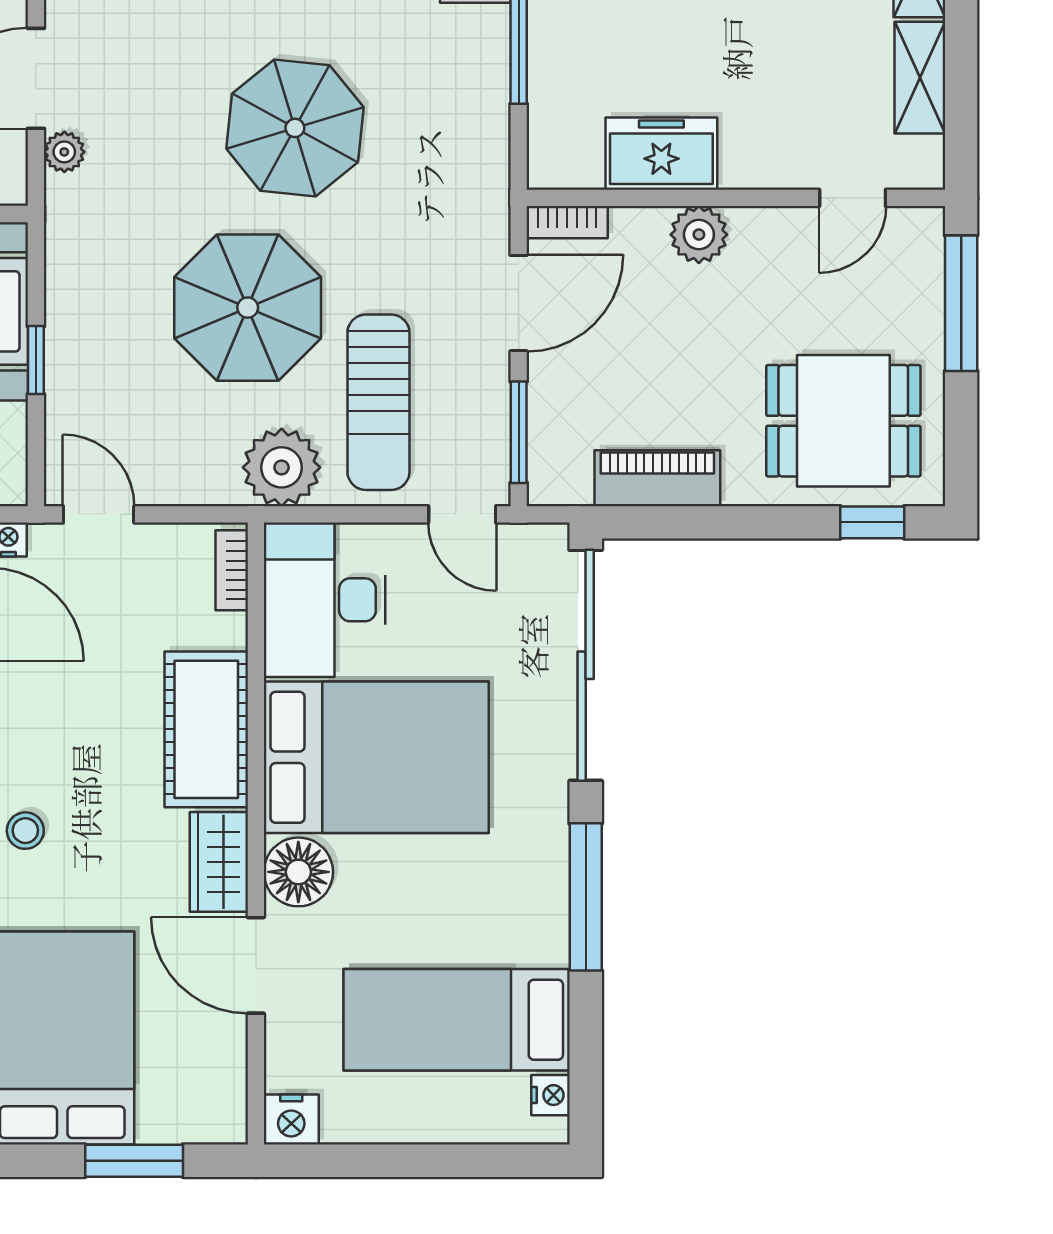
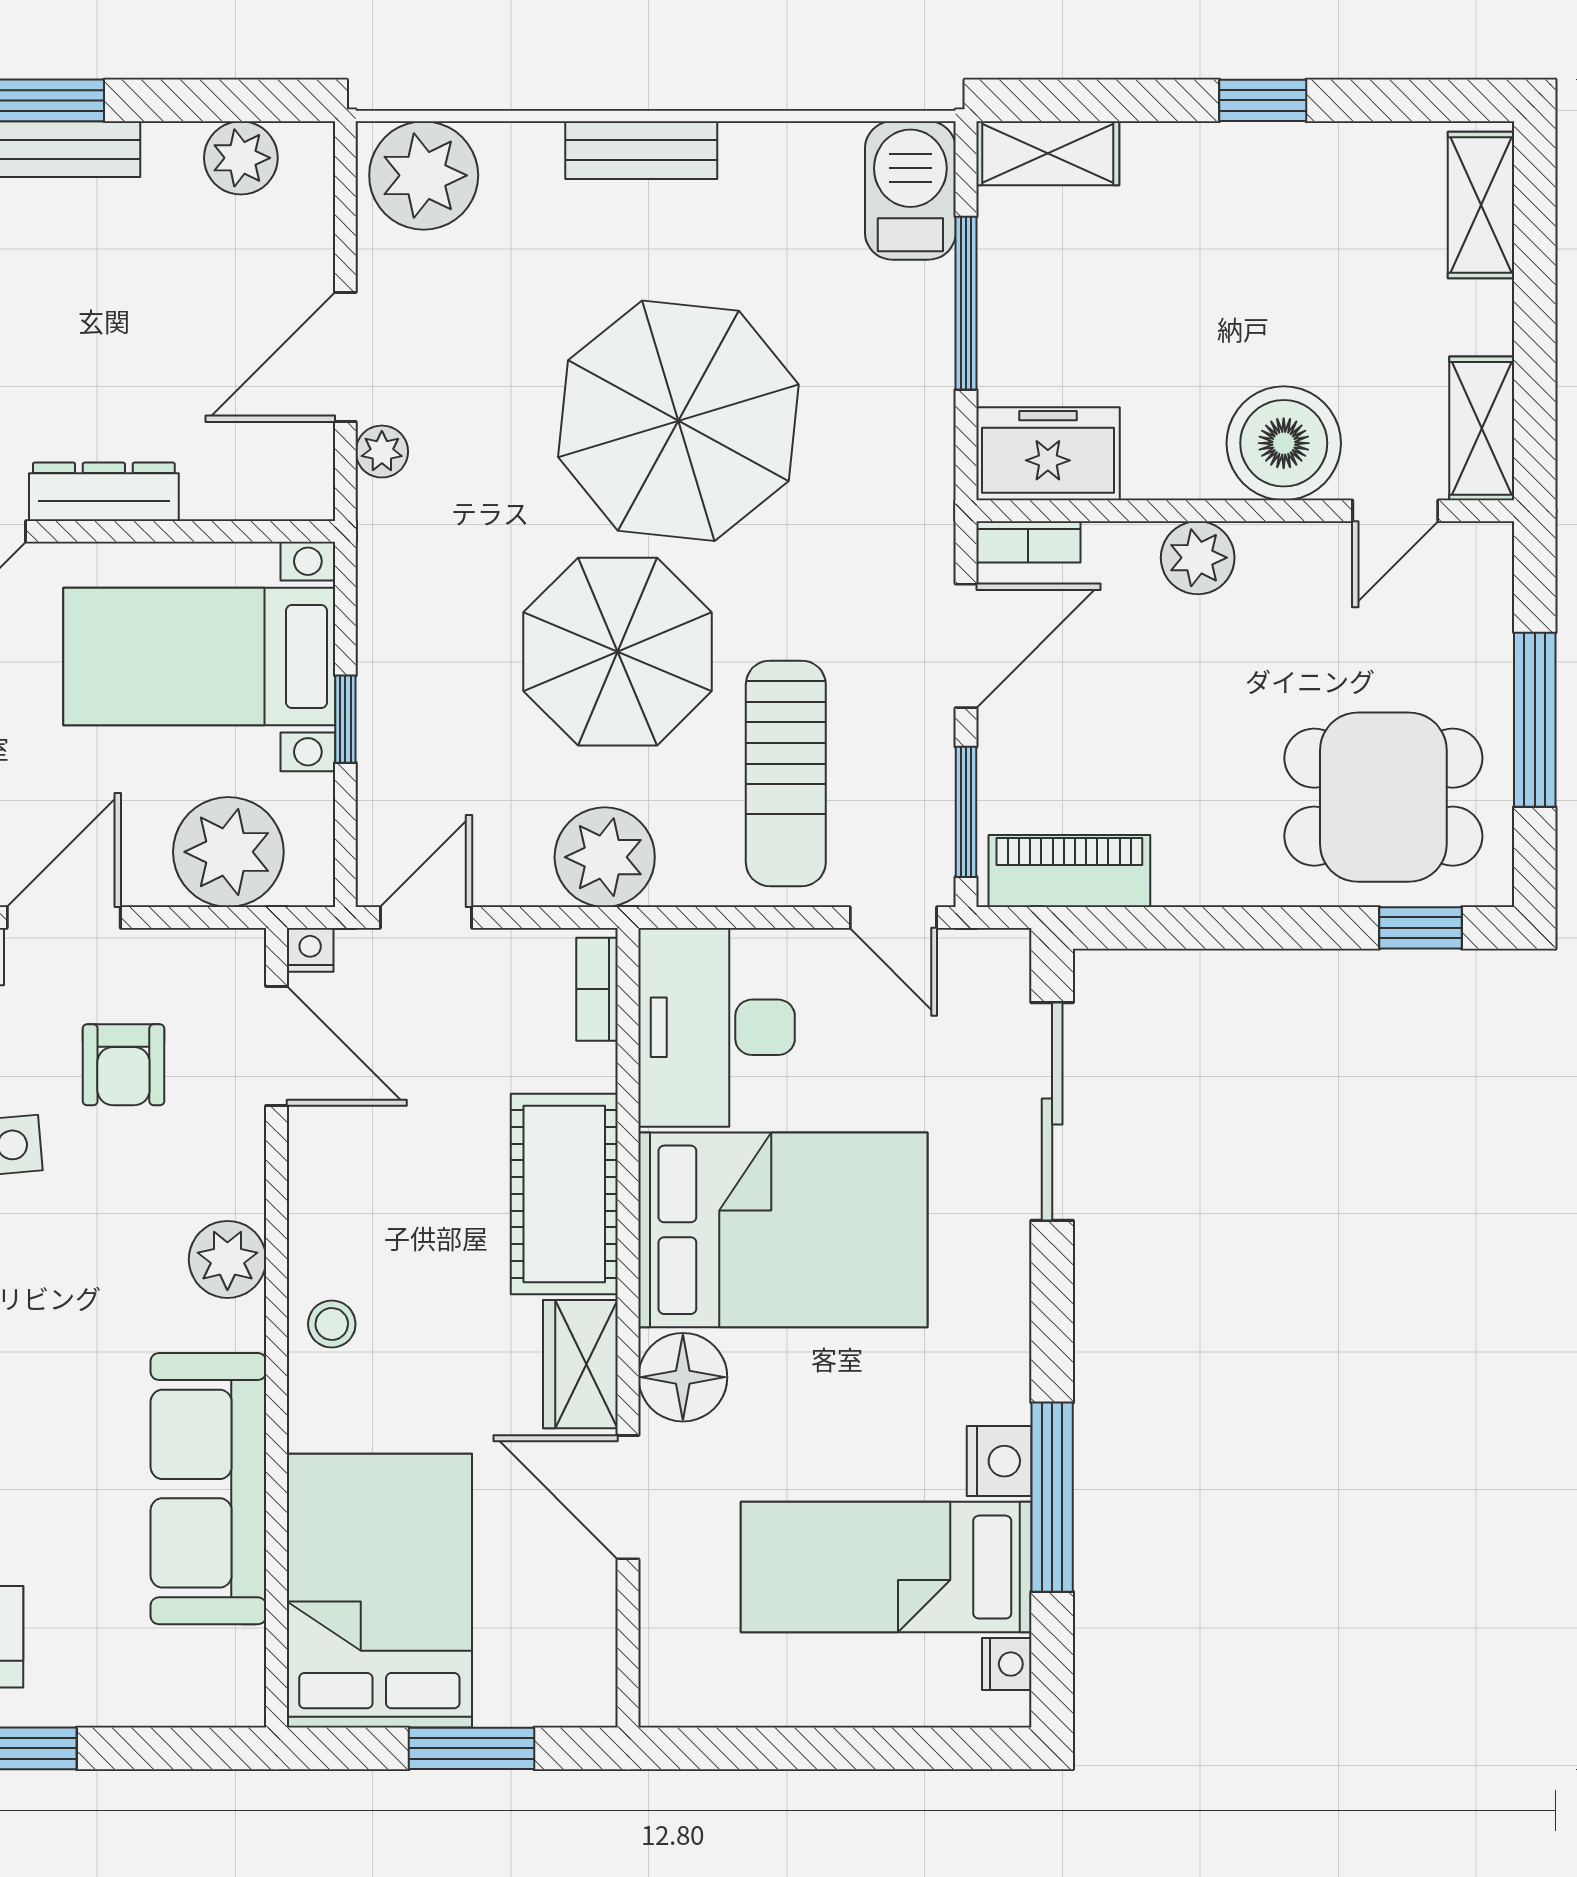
shelving: (920, 78) -> (1482, 428), moved
parasol: (295, 128) -> (678, 421), width x1.36, depth x1.36
boiler: (766, 145) -> (1284, 443), added
freezer: (661, 154) -> (1048, 454), moved
window: (961, 303) -> (1535, 720), moved
plant: (282, 467) -> (605, 857), moved
piano: (657, 478) -> (1069, 871), moved
door: (99, 514) -> (426, 917), hinge flipped
sliding door: (586, 665) -> (1052, 1112), width x0.73
window: (586, 897) -> (1052, 1497), moved
nightstand: (291, 1119) -> (999, 1461), moved, turned -90

